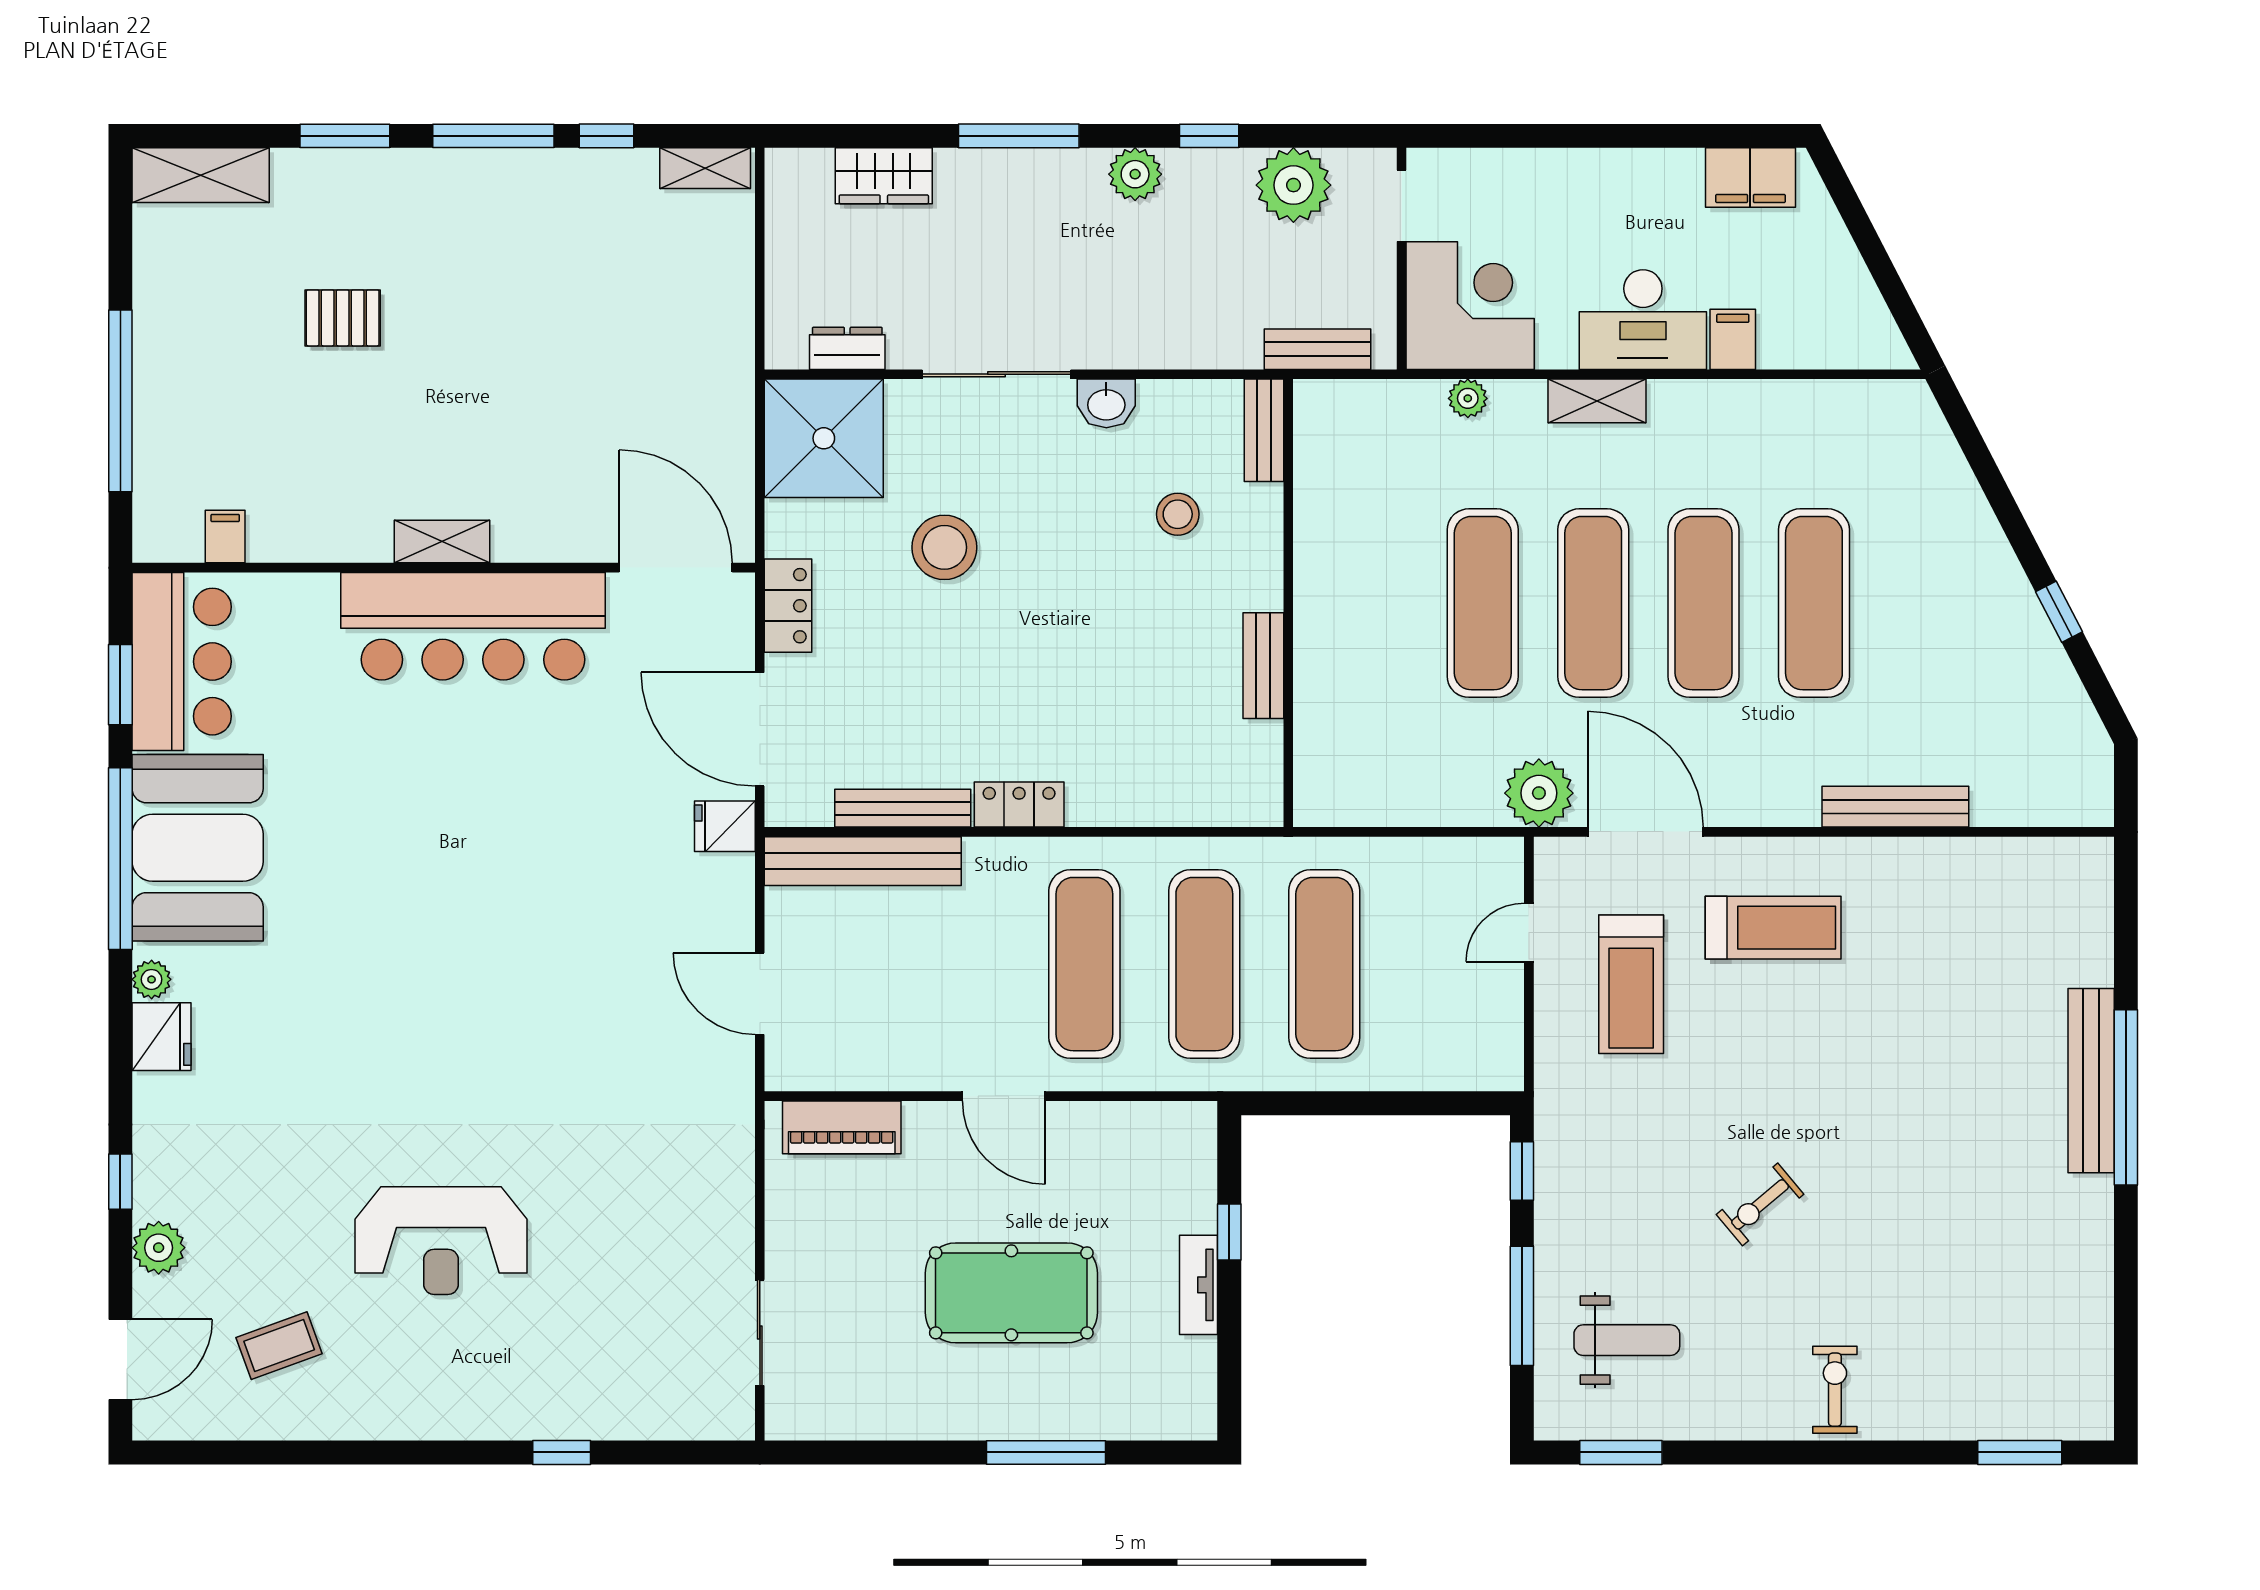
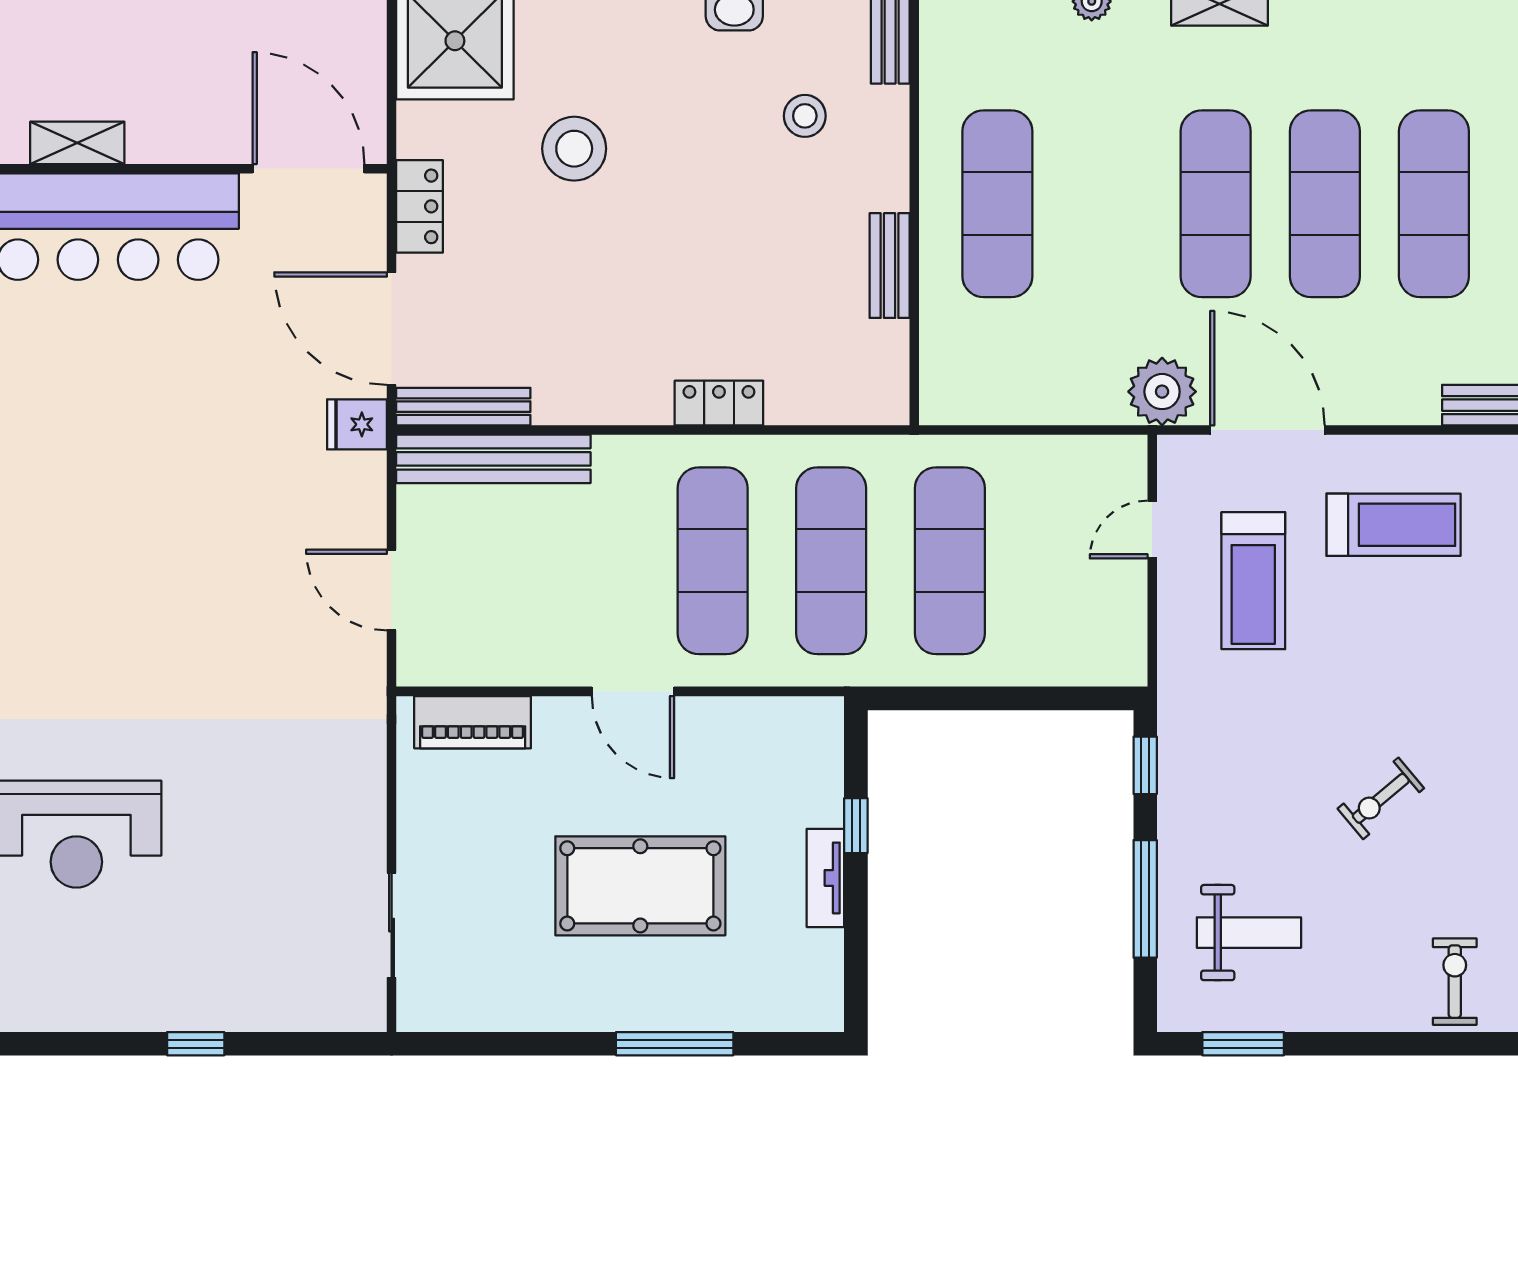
exercise mat: (1483, 603) -> (997, 204), moved
locker: (1019, 805) -> (719, 403), moved
bench: (903, 808) -> (463, 407), moved

